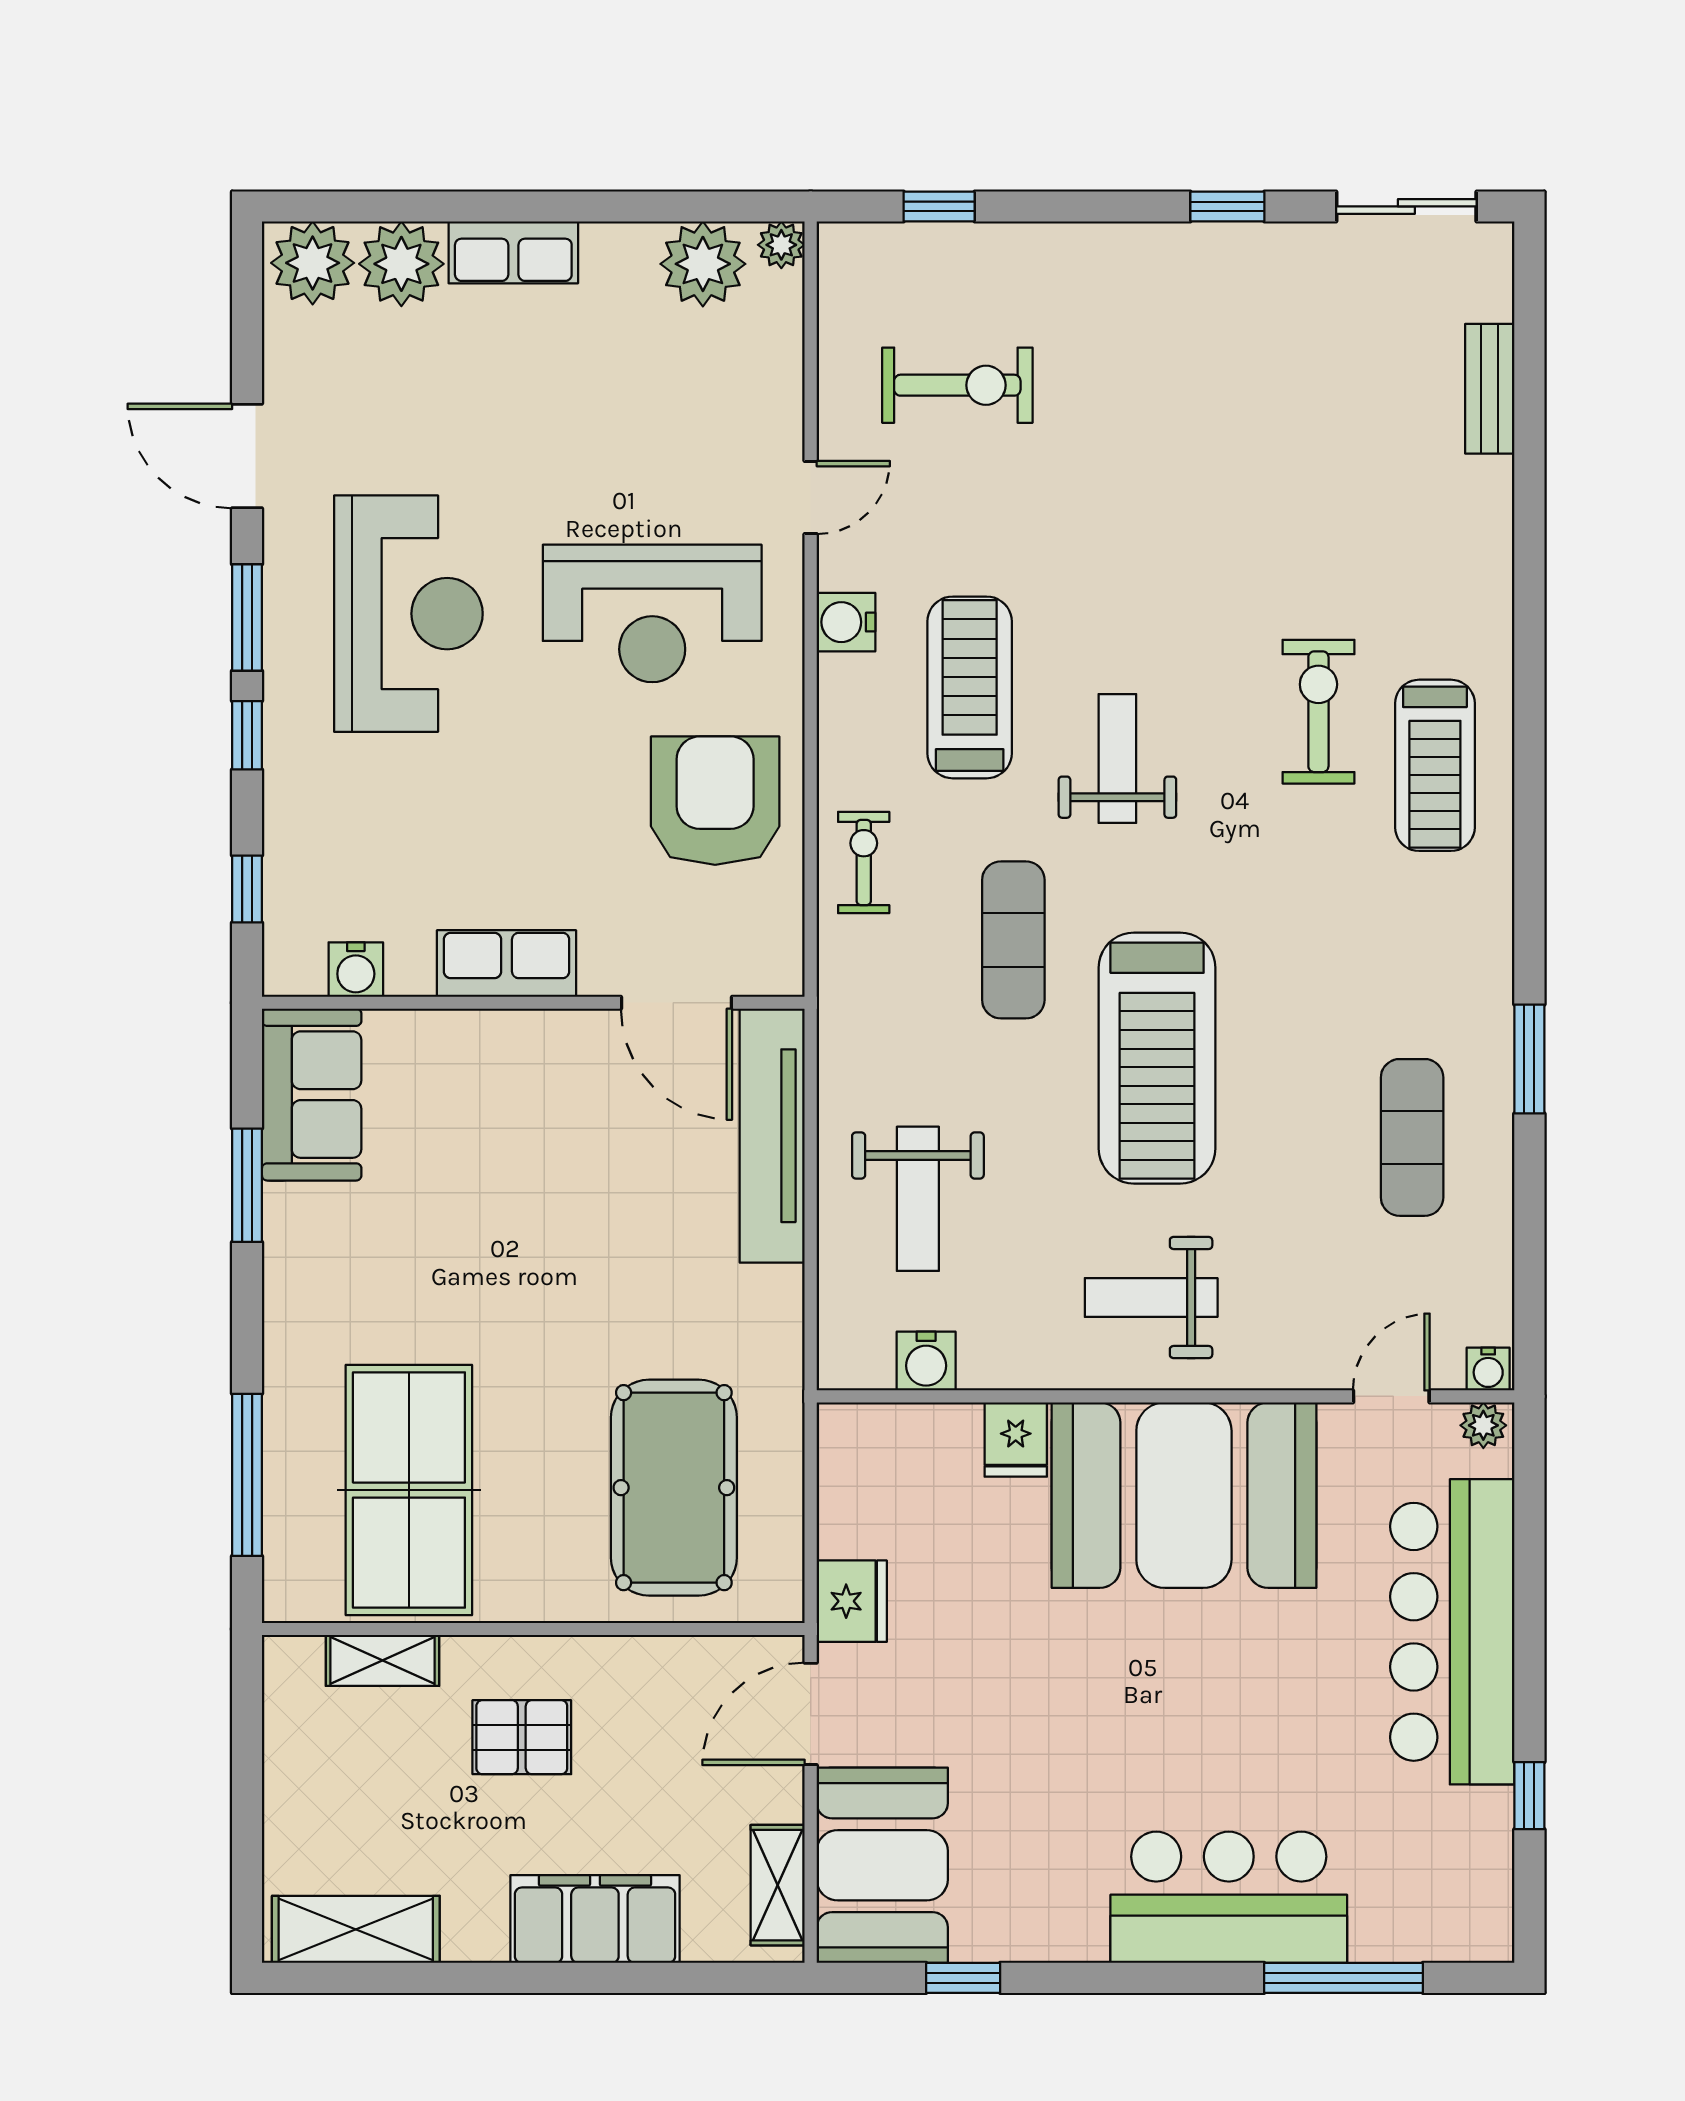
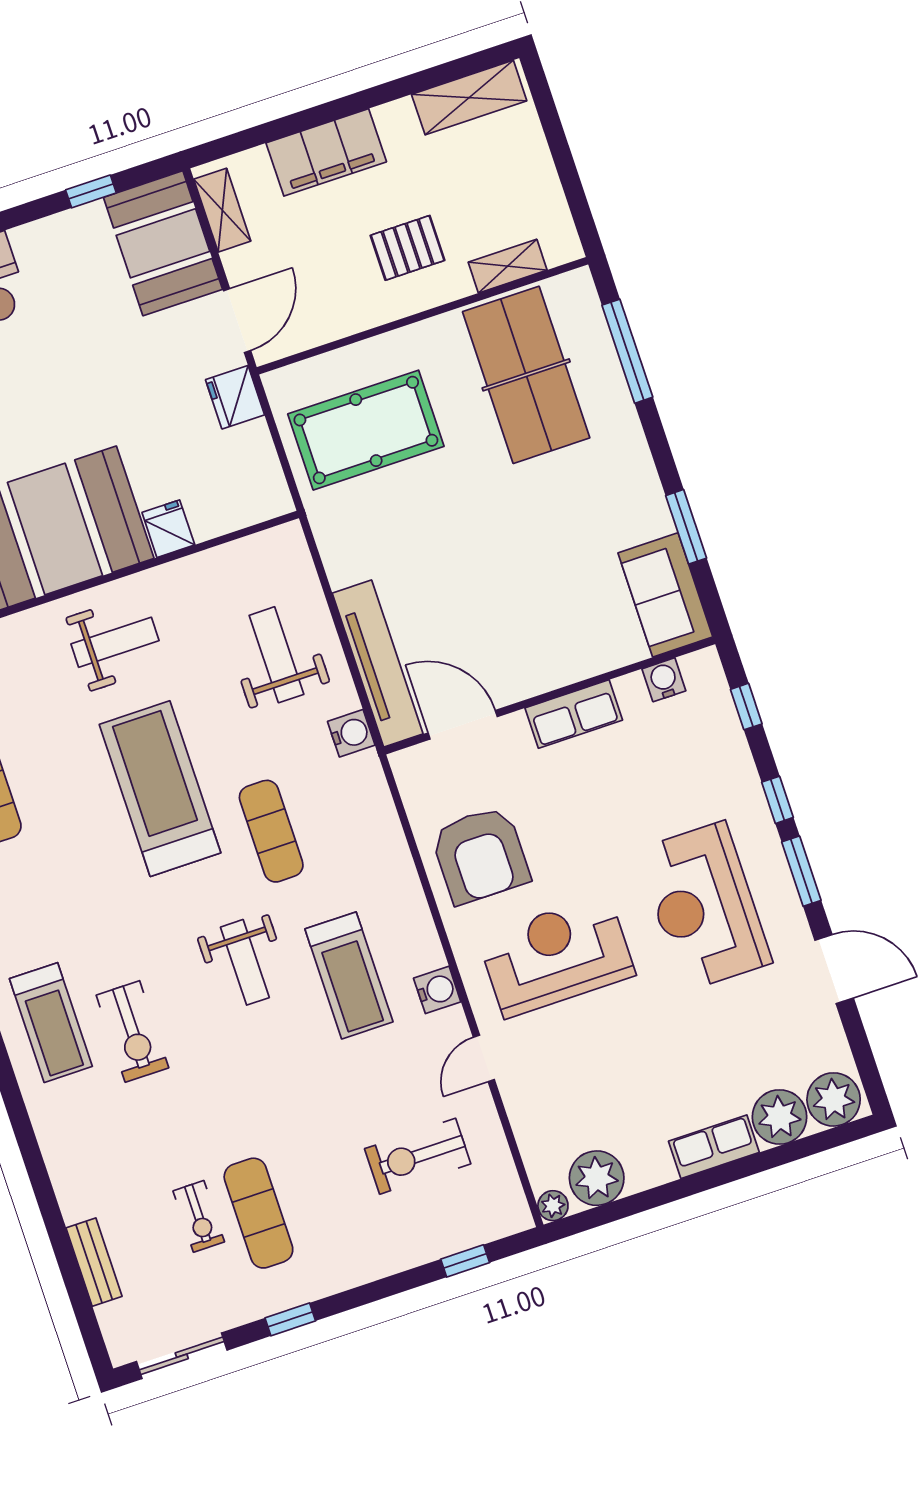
exercise mat: (1222, 380) -> (258, 1213), added
treadmill: (1435, 765) -> (51, 1023), turned 180
exercise bike: (864, 862) -> (199, 1216), moved
water cooler: (926, 1361) -> (351, 733), moved, turned 90
pool table: (674, 1488) -> (366, 430), turned 90

